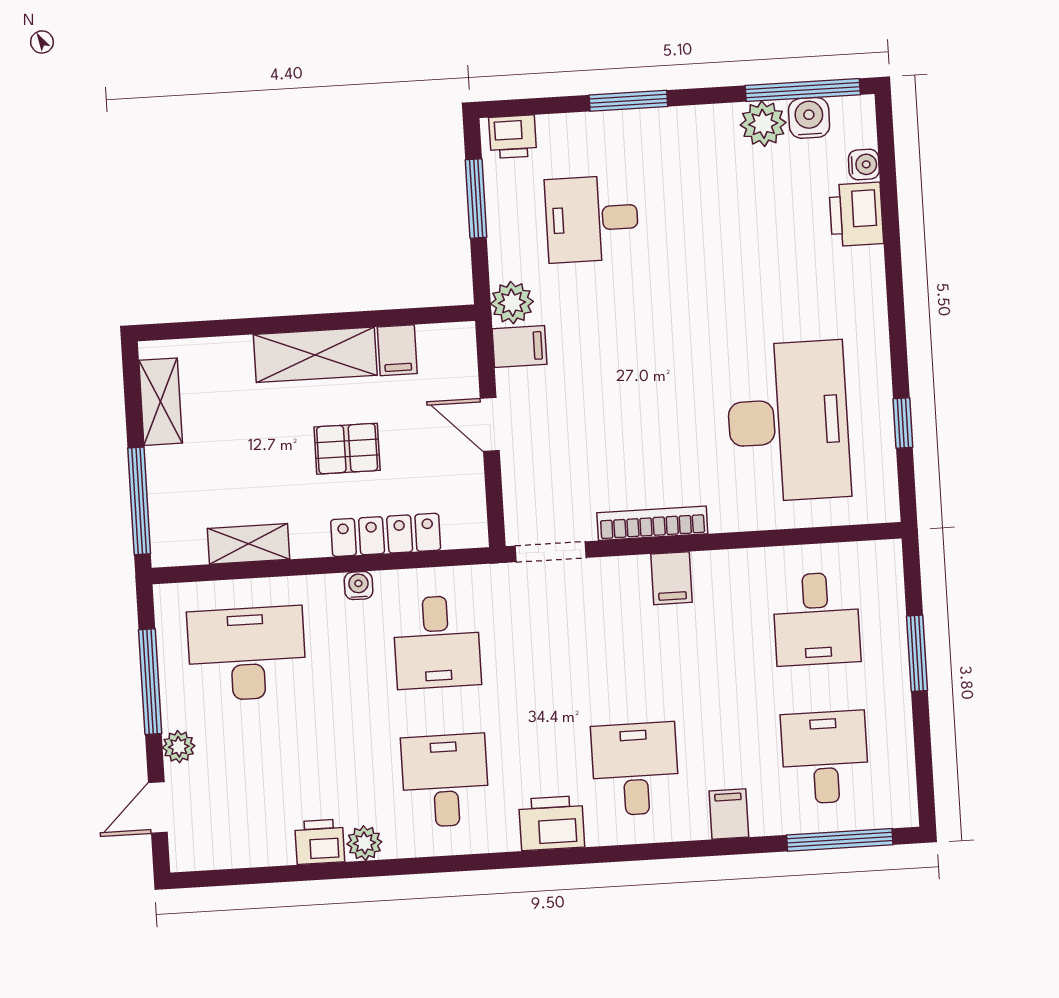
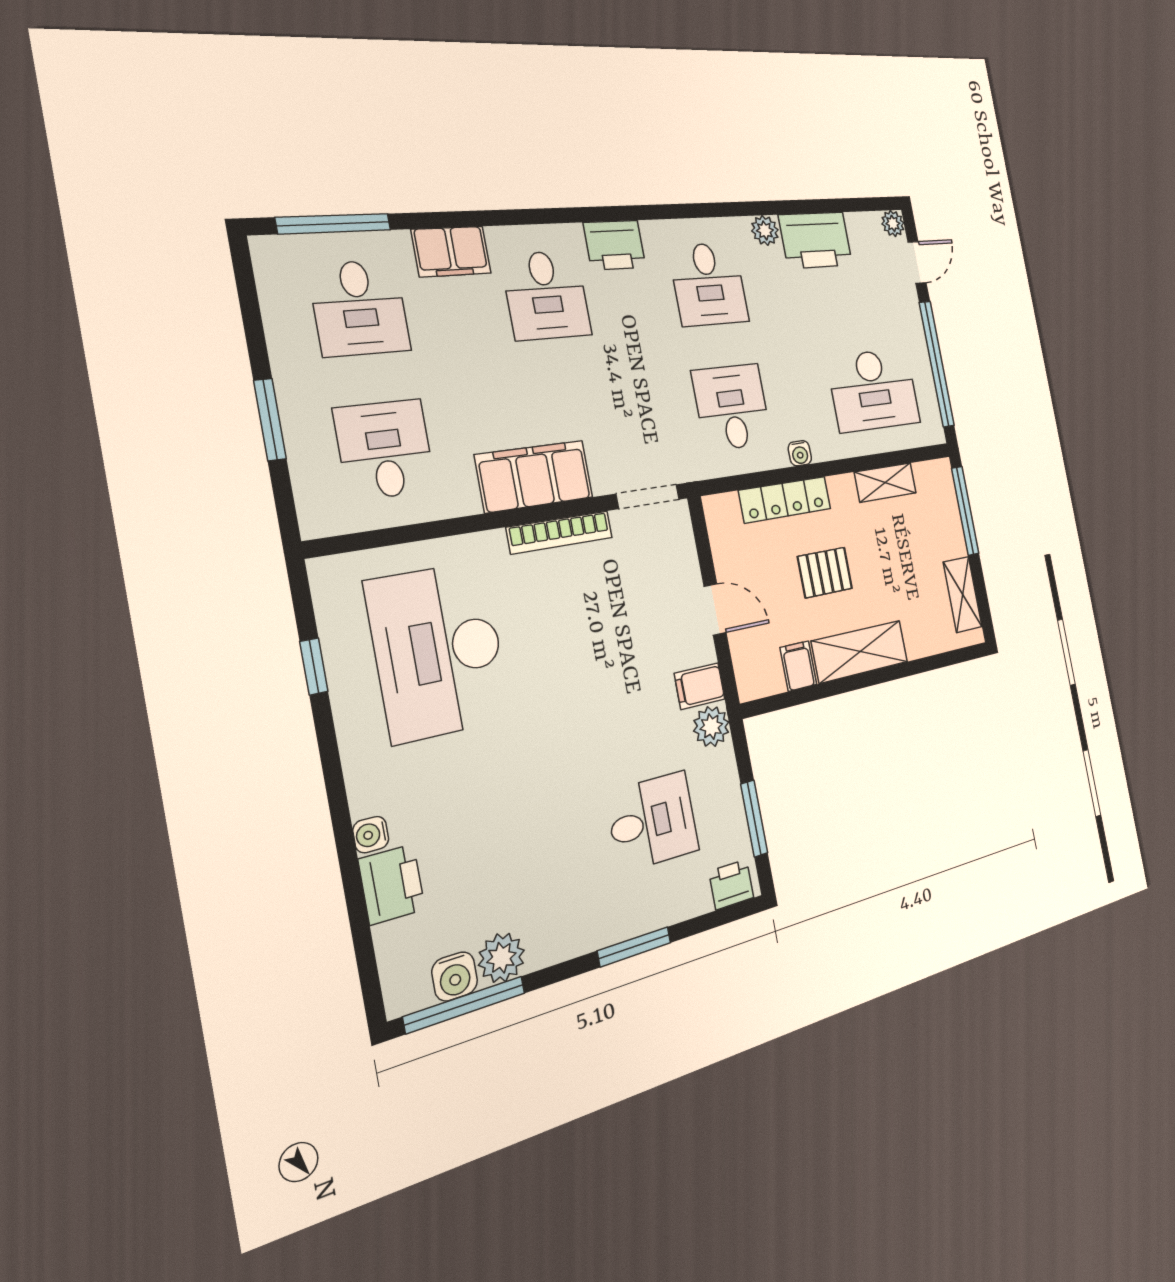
water cooler: (864, 165) -> (371, 835), moved
filing cabinet: (671, 578) -> (534, 476), width x3.00, depth x1.17
window: (150, 682) -> (937, 364), width x1.46
plant: (179, 747) -> (893, 223), moved
filing cabinet: (729, 814) -> (451, 251), width x2.00
printer: (320, 842) -> (816, 240), width x1.87, depth x1.48

